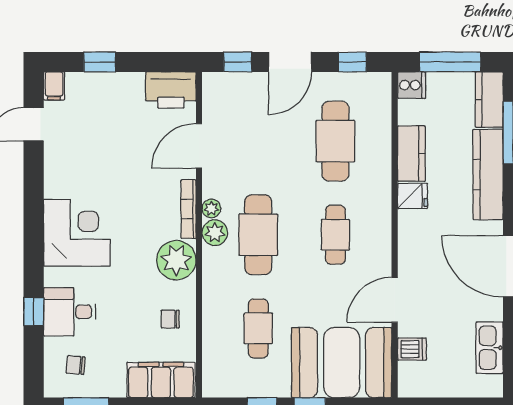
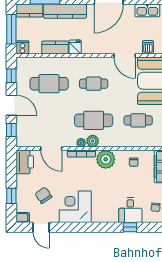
chair: (101, 129) -> (43, 195), added
corner desk: (77, 233) -> (75, 207), moved

